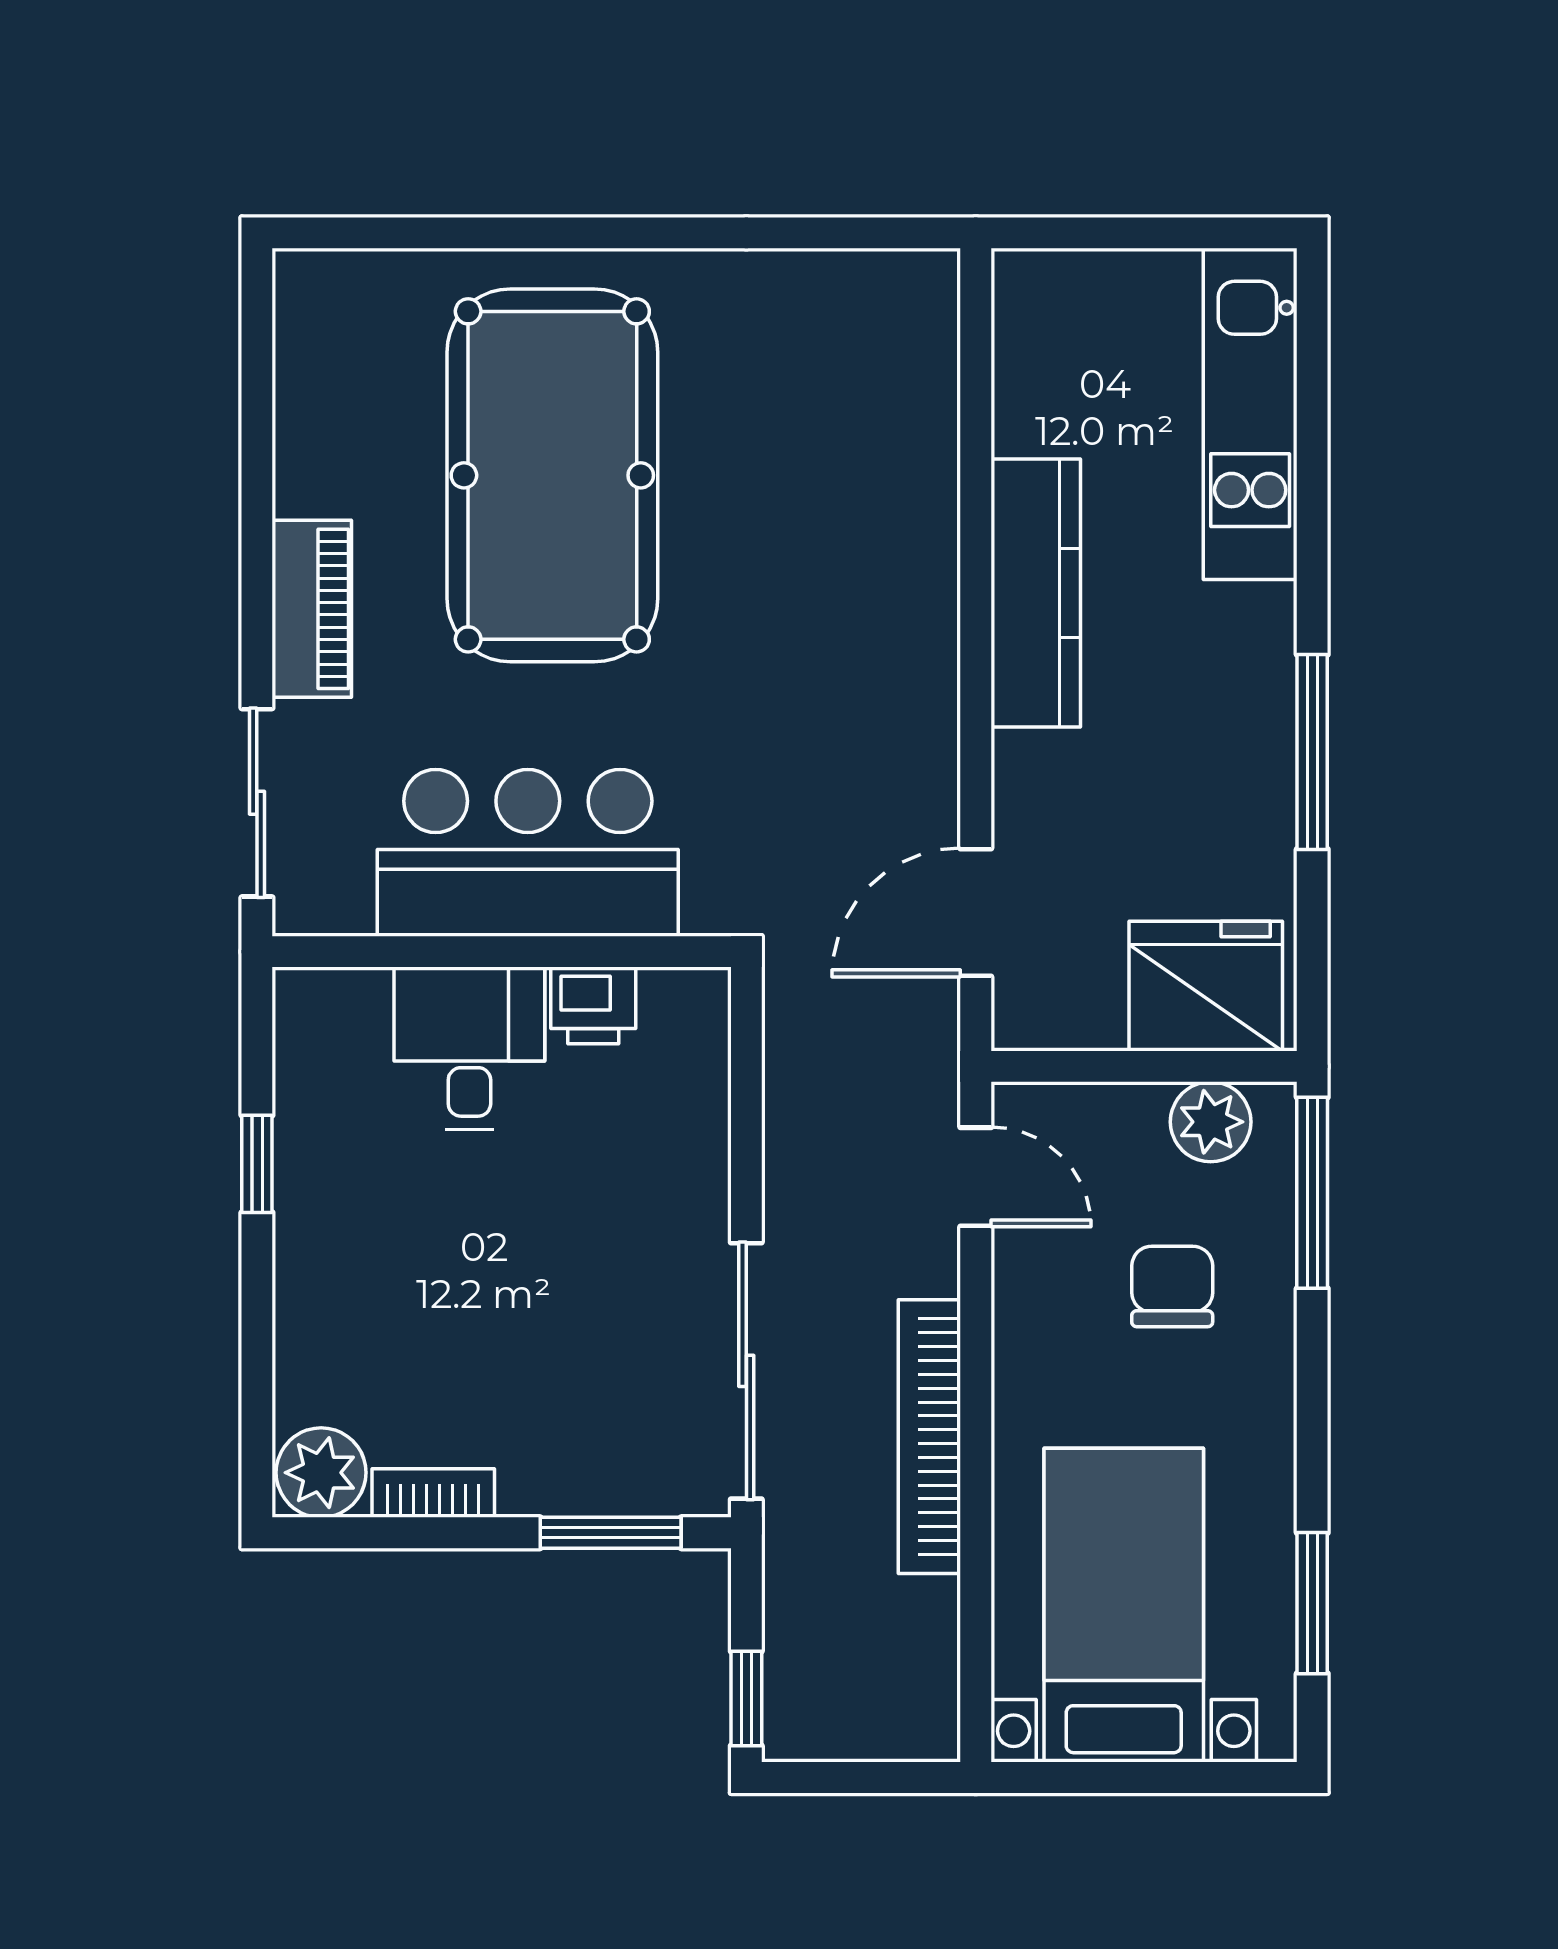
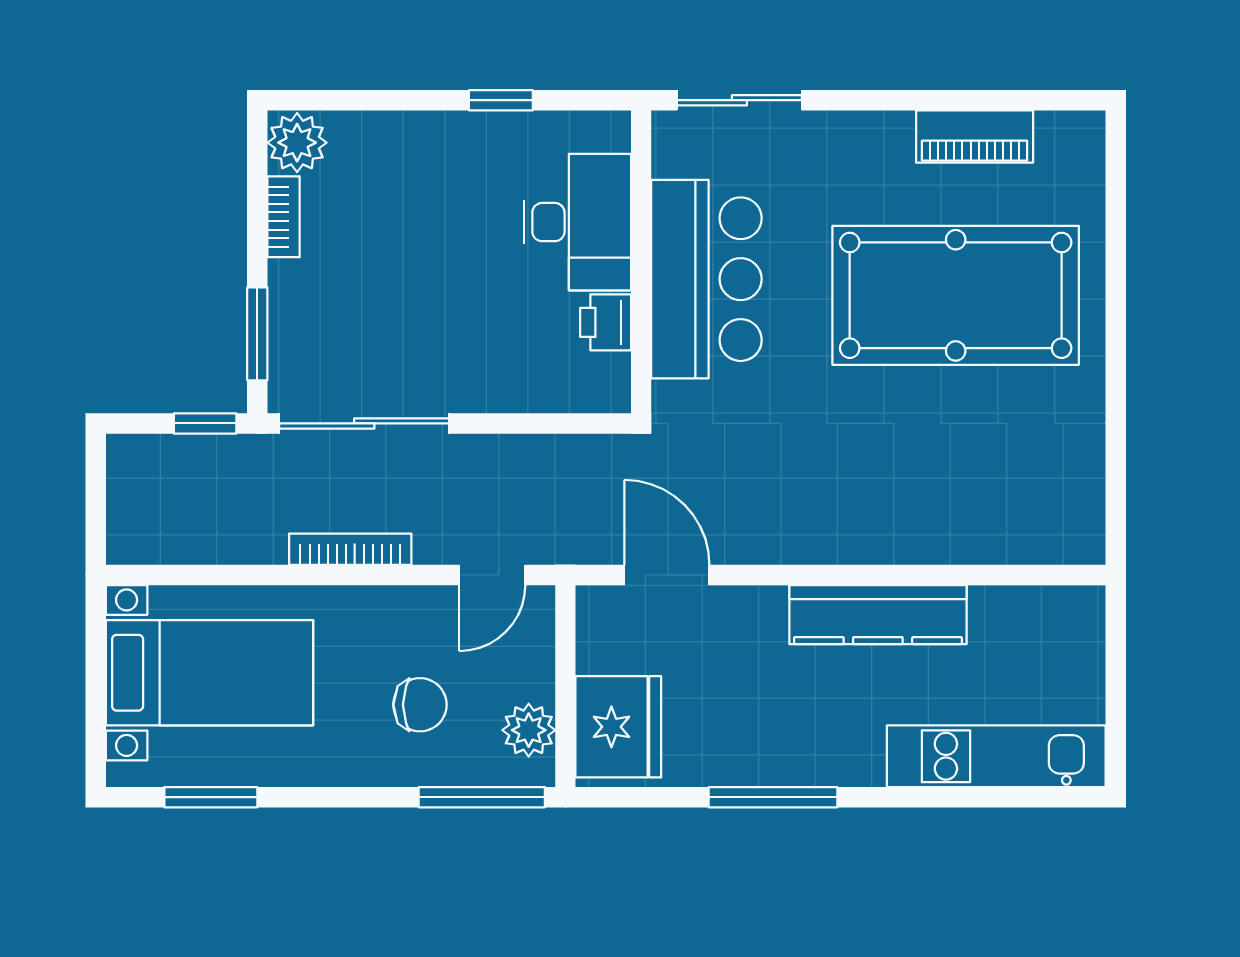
piano: (312, 609) -> (975, 137), moved
desk: (469, 1048) -> (577, 222), width x1.37
bookcase: (929, 1437) -> (350, 549), width x0.68, depth x0.76
window: (746, 1698) -> (205, 423), moved

